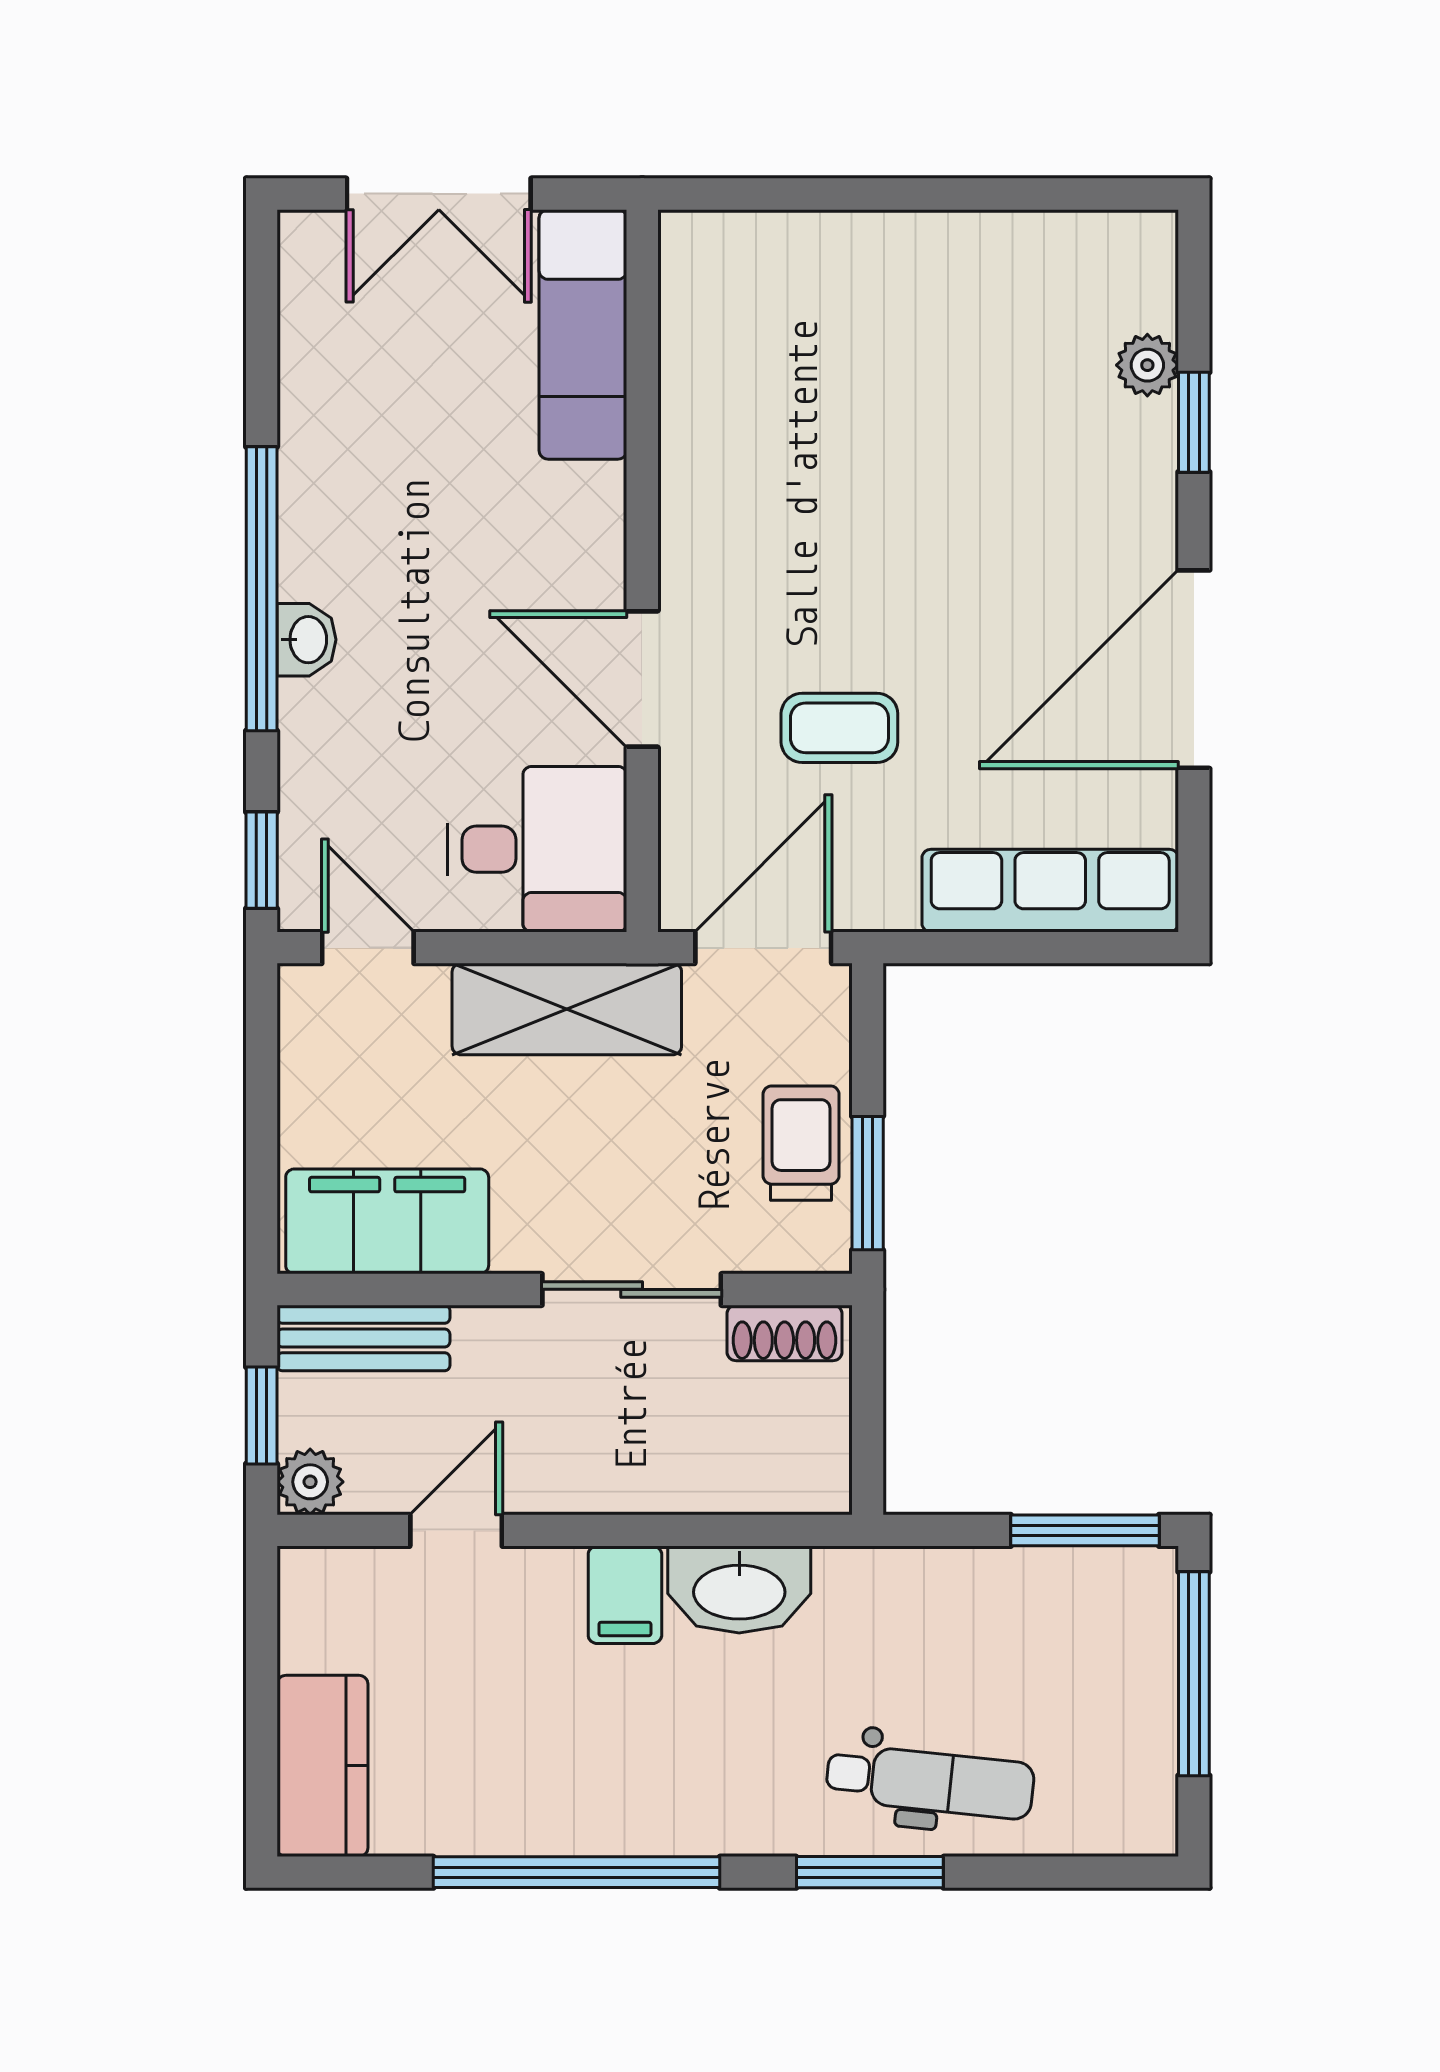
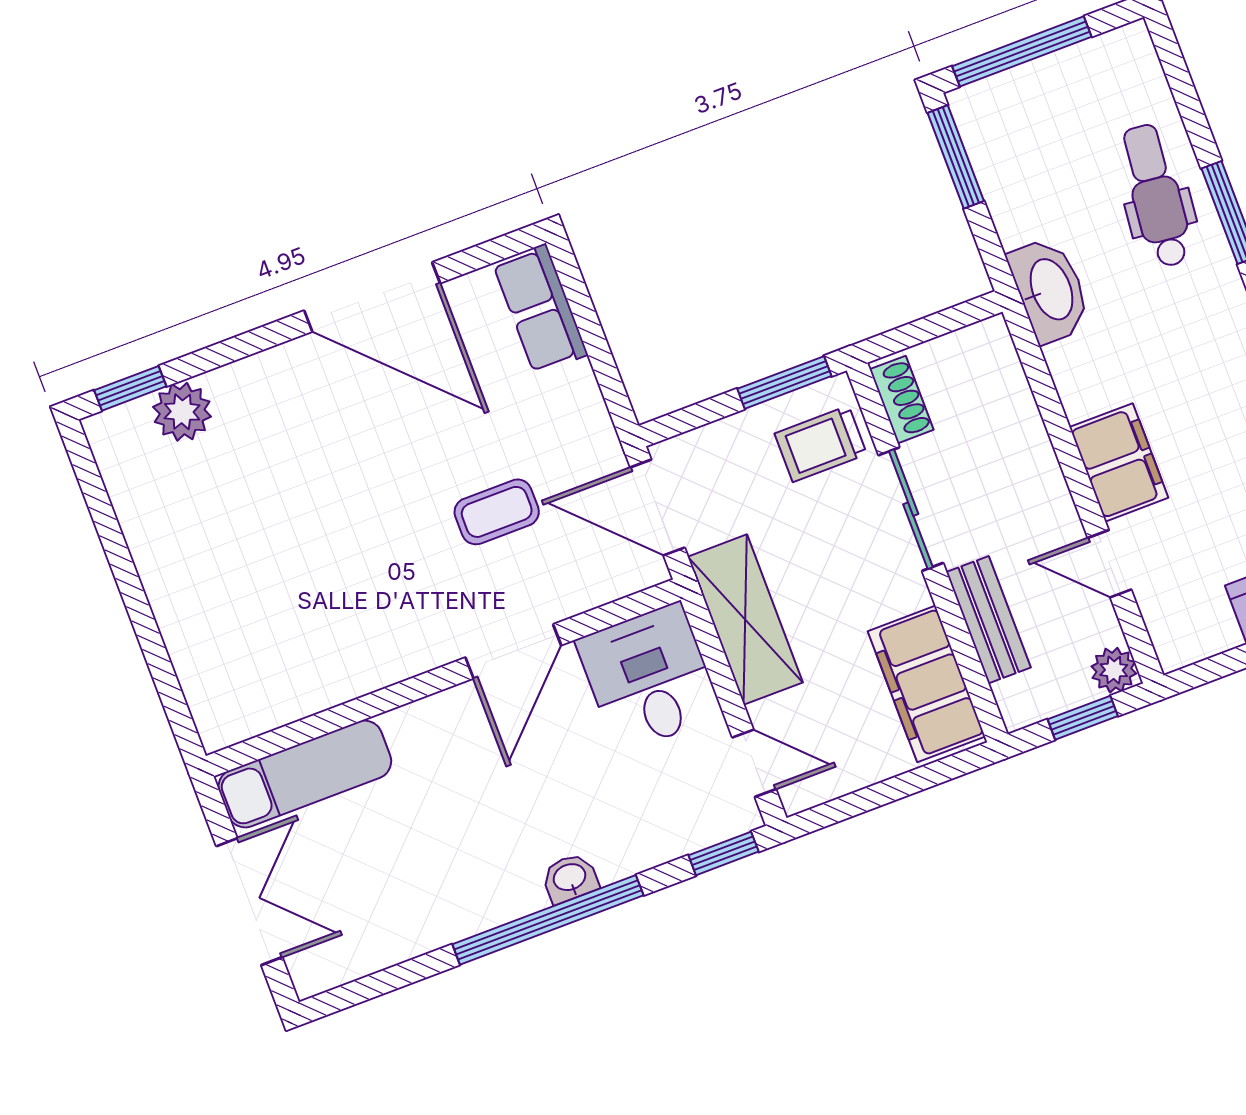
plant: (1147, 365) -> (182, 412), width x1.38, depth x1.38
window: (1194, 422) -> (130, 388), moved
coffee table: (839, 728) -> (497, 512), turned 90
row of seats: (1050, 891) -> (540, 309), width x0.68
door: (368, 948) -> (754, 763), swing flipped
trolley: (801, 1143) -> (821, 444), moved
bench: (363, 1338) -> (988, 620), moved
washbasin: (739, 1590) -> (1050, 290), moved
filing cabinet: (625, 1595) -> (1119, 462), width x2.00

